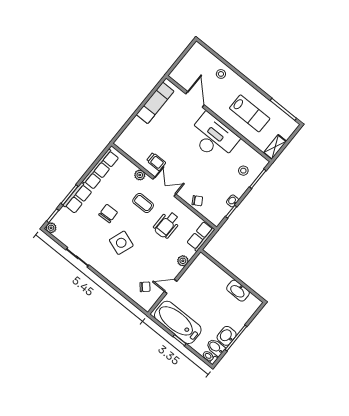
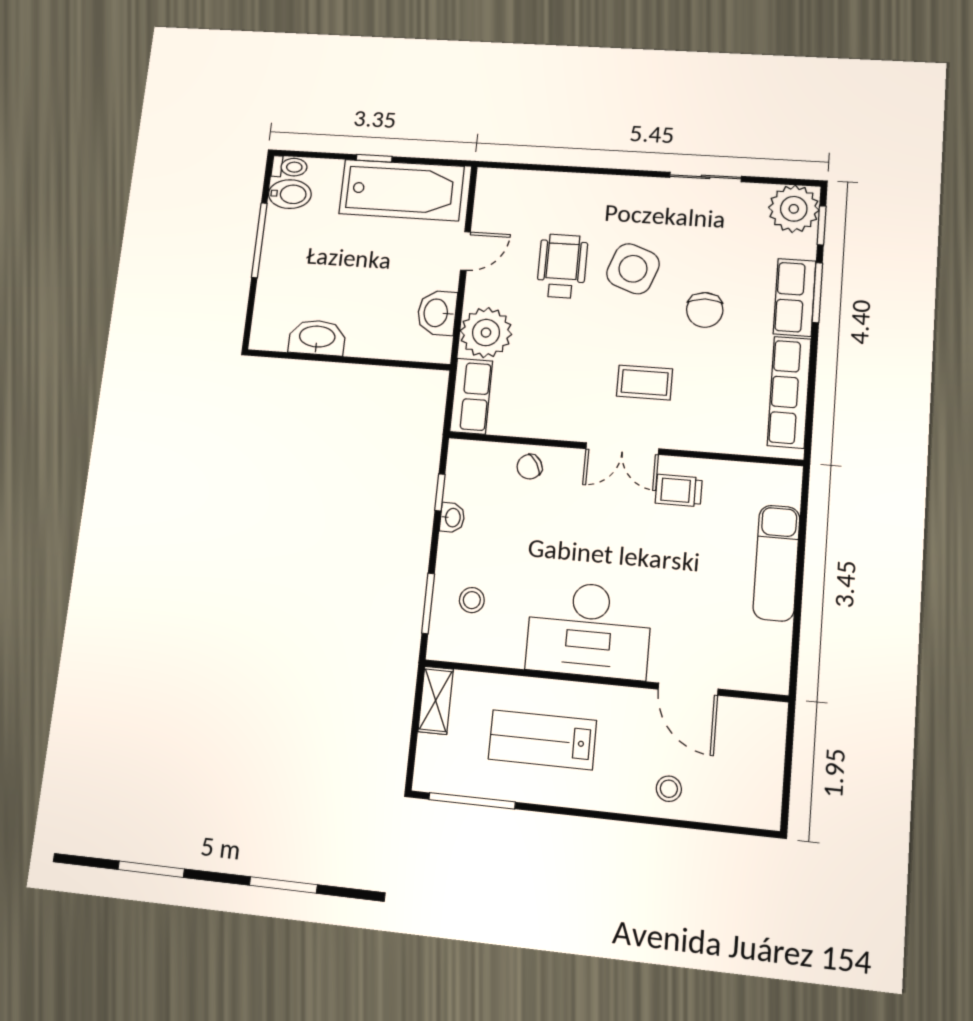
exam couch: (155, 103) -> (777, 563), moved
plant: (140, 175) -> (694, 437), removed
wheelchair: (167, 225) -> (562, 266), moved
plant: (51, 228) -> (794, 209), width x1.88, depth x1.88
plant: (183, 261) -> (486, 333), width x1.87, depth x1.87
chair: (145, 287) -> (519, 214), removed
washbasin: (227, 336) -> (437, 313), moved, turned 180

